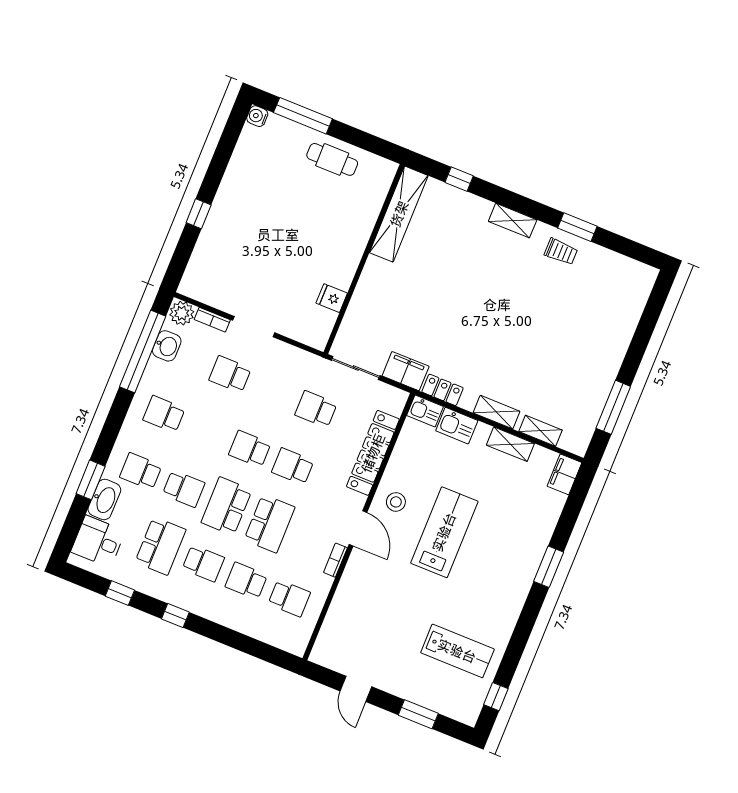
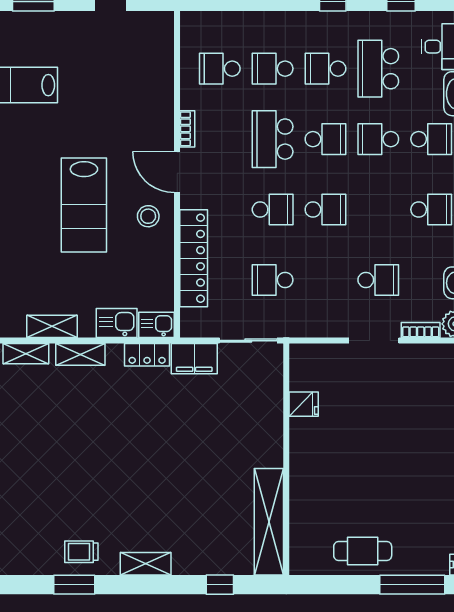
school desk: (316, 409) -> (273, 280), turned 180
school desk: (227, 506) -> (325, 139), width x0.54
school desk: (246, 581) -> (273, 69), turned 180

